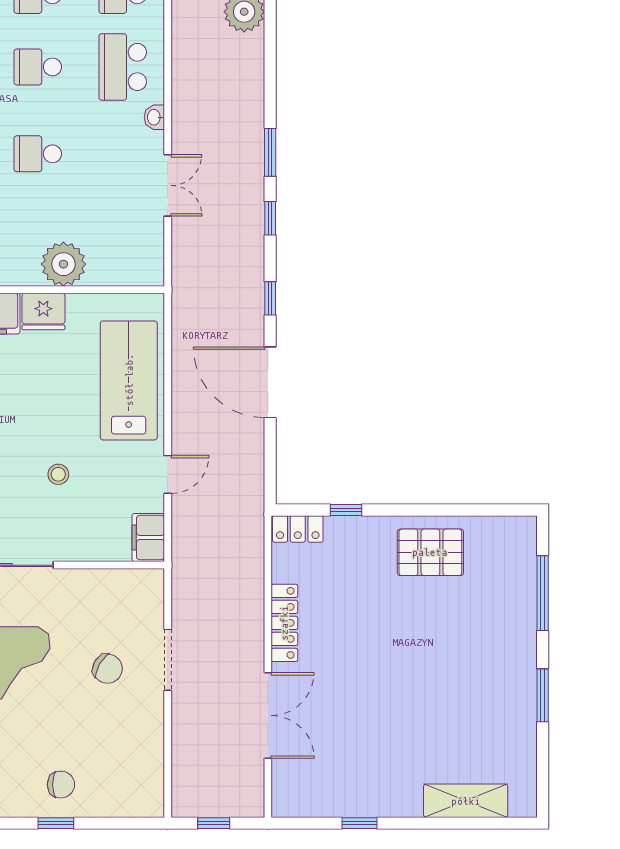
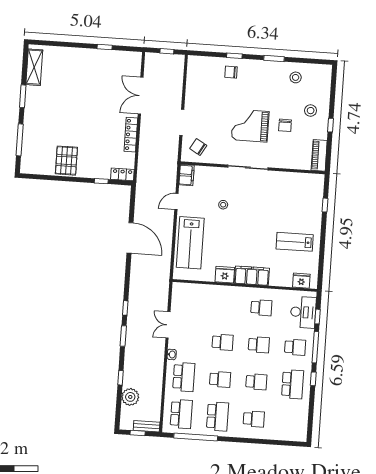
plant: (63, 264) -> (215, 294), removed
window: (270, 298) -> (120, 378), moved
pallet: (430, 552) -> (66, 161), turned 90
chair: (107, 669) -> (198, 147), moved
shelving: (466, 801) -> (34, 67), moved, turned 90

